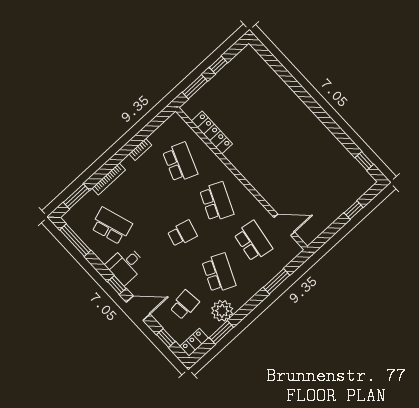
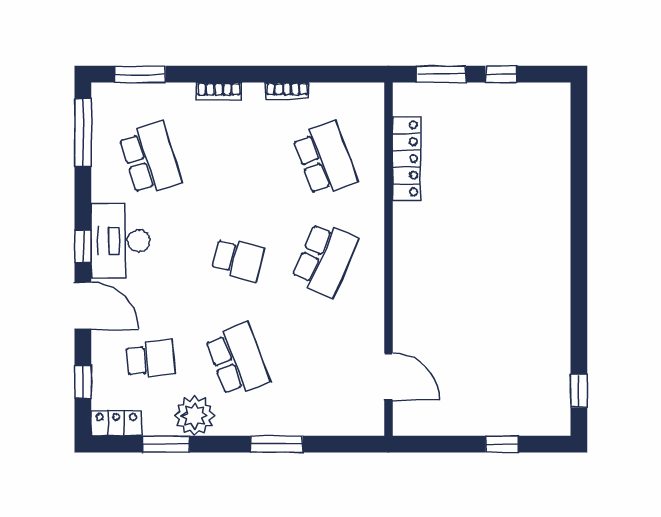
school desk: (180, 162) -> (325, 159), turned -42
bookcase: (109, 179) -> (219, 91), width x0.64
school desk: (253, 241) -> (325, 360), removed
desk: (126, 265) -> (120, 241), width x1.37
school desk: (219, 273) -> (238, 360), turned -45
window: (277, 281) -> (277, 444), moved

